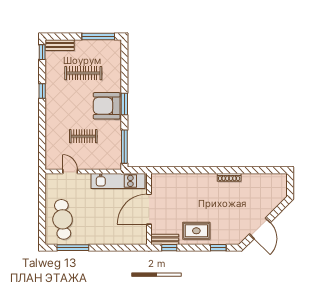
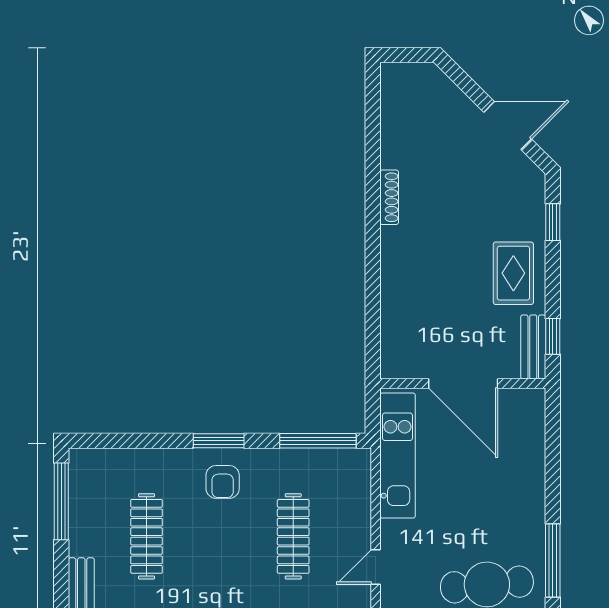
armchair: (107, 106) -> (223, 482), width x0.53, depth x0.53
clothes rail: (83, 136) -> (293, 536), width x1.36

